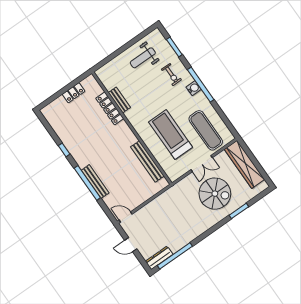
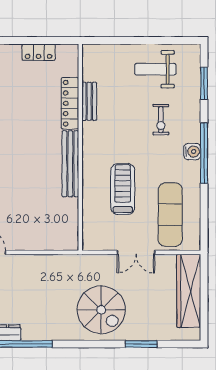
exercise bike: (171, 75) -> (161, 120), moved
treadmill: (171, 135) -> (123, 189), width x0.73, depth x0.73
bench: (147, 161) -> (70, 164), moved
spiral stairs: (215, 194) -> (101, 310), moved

